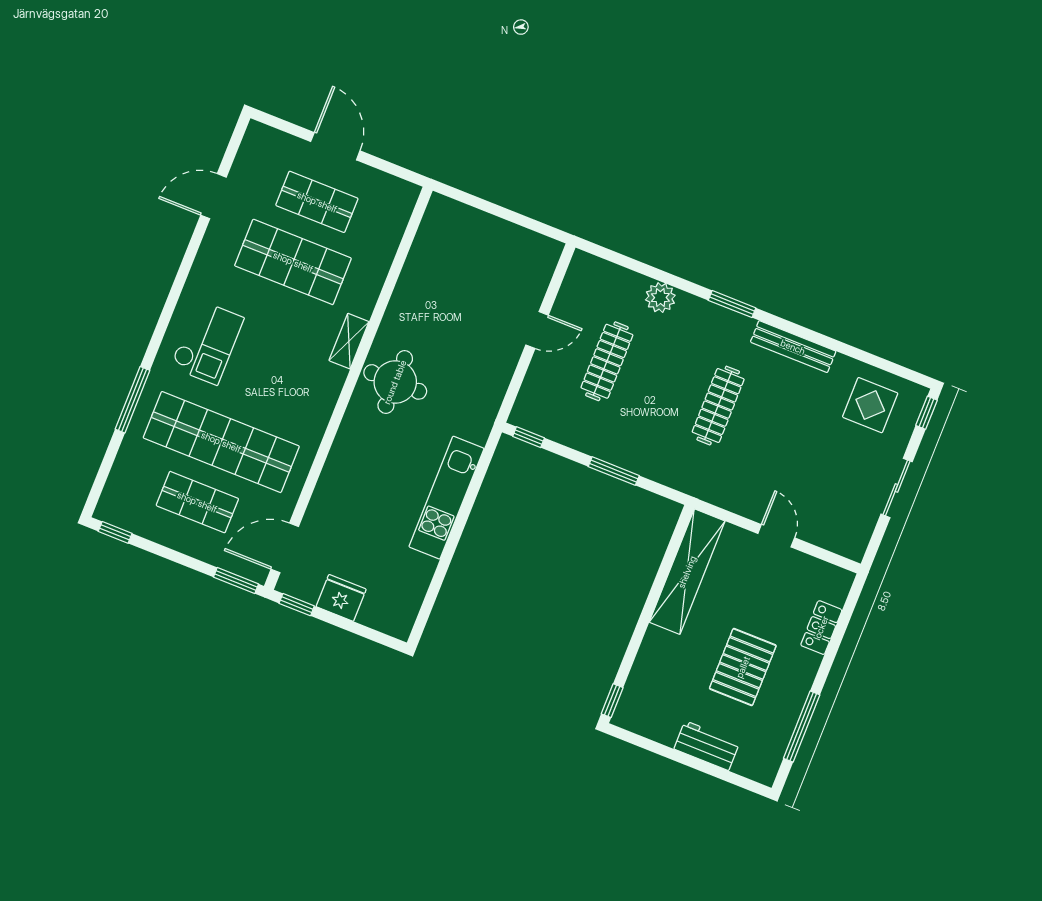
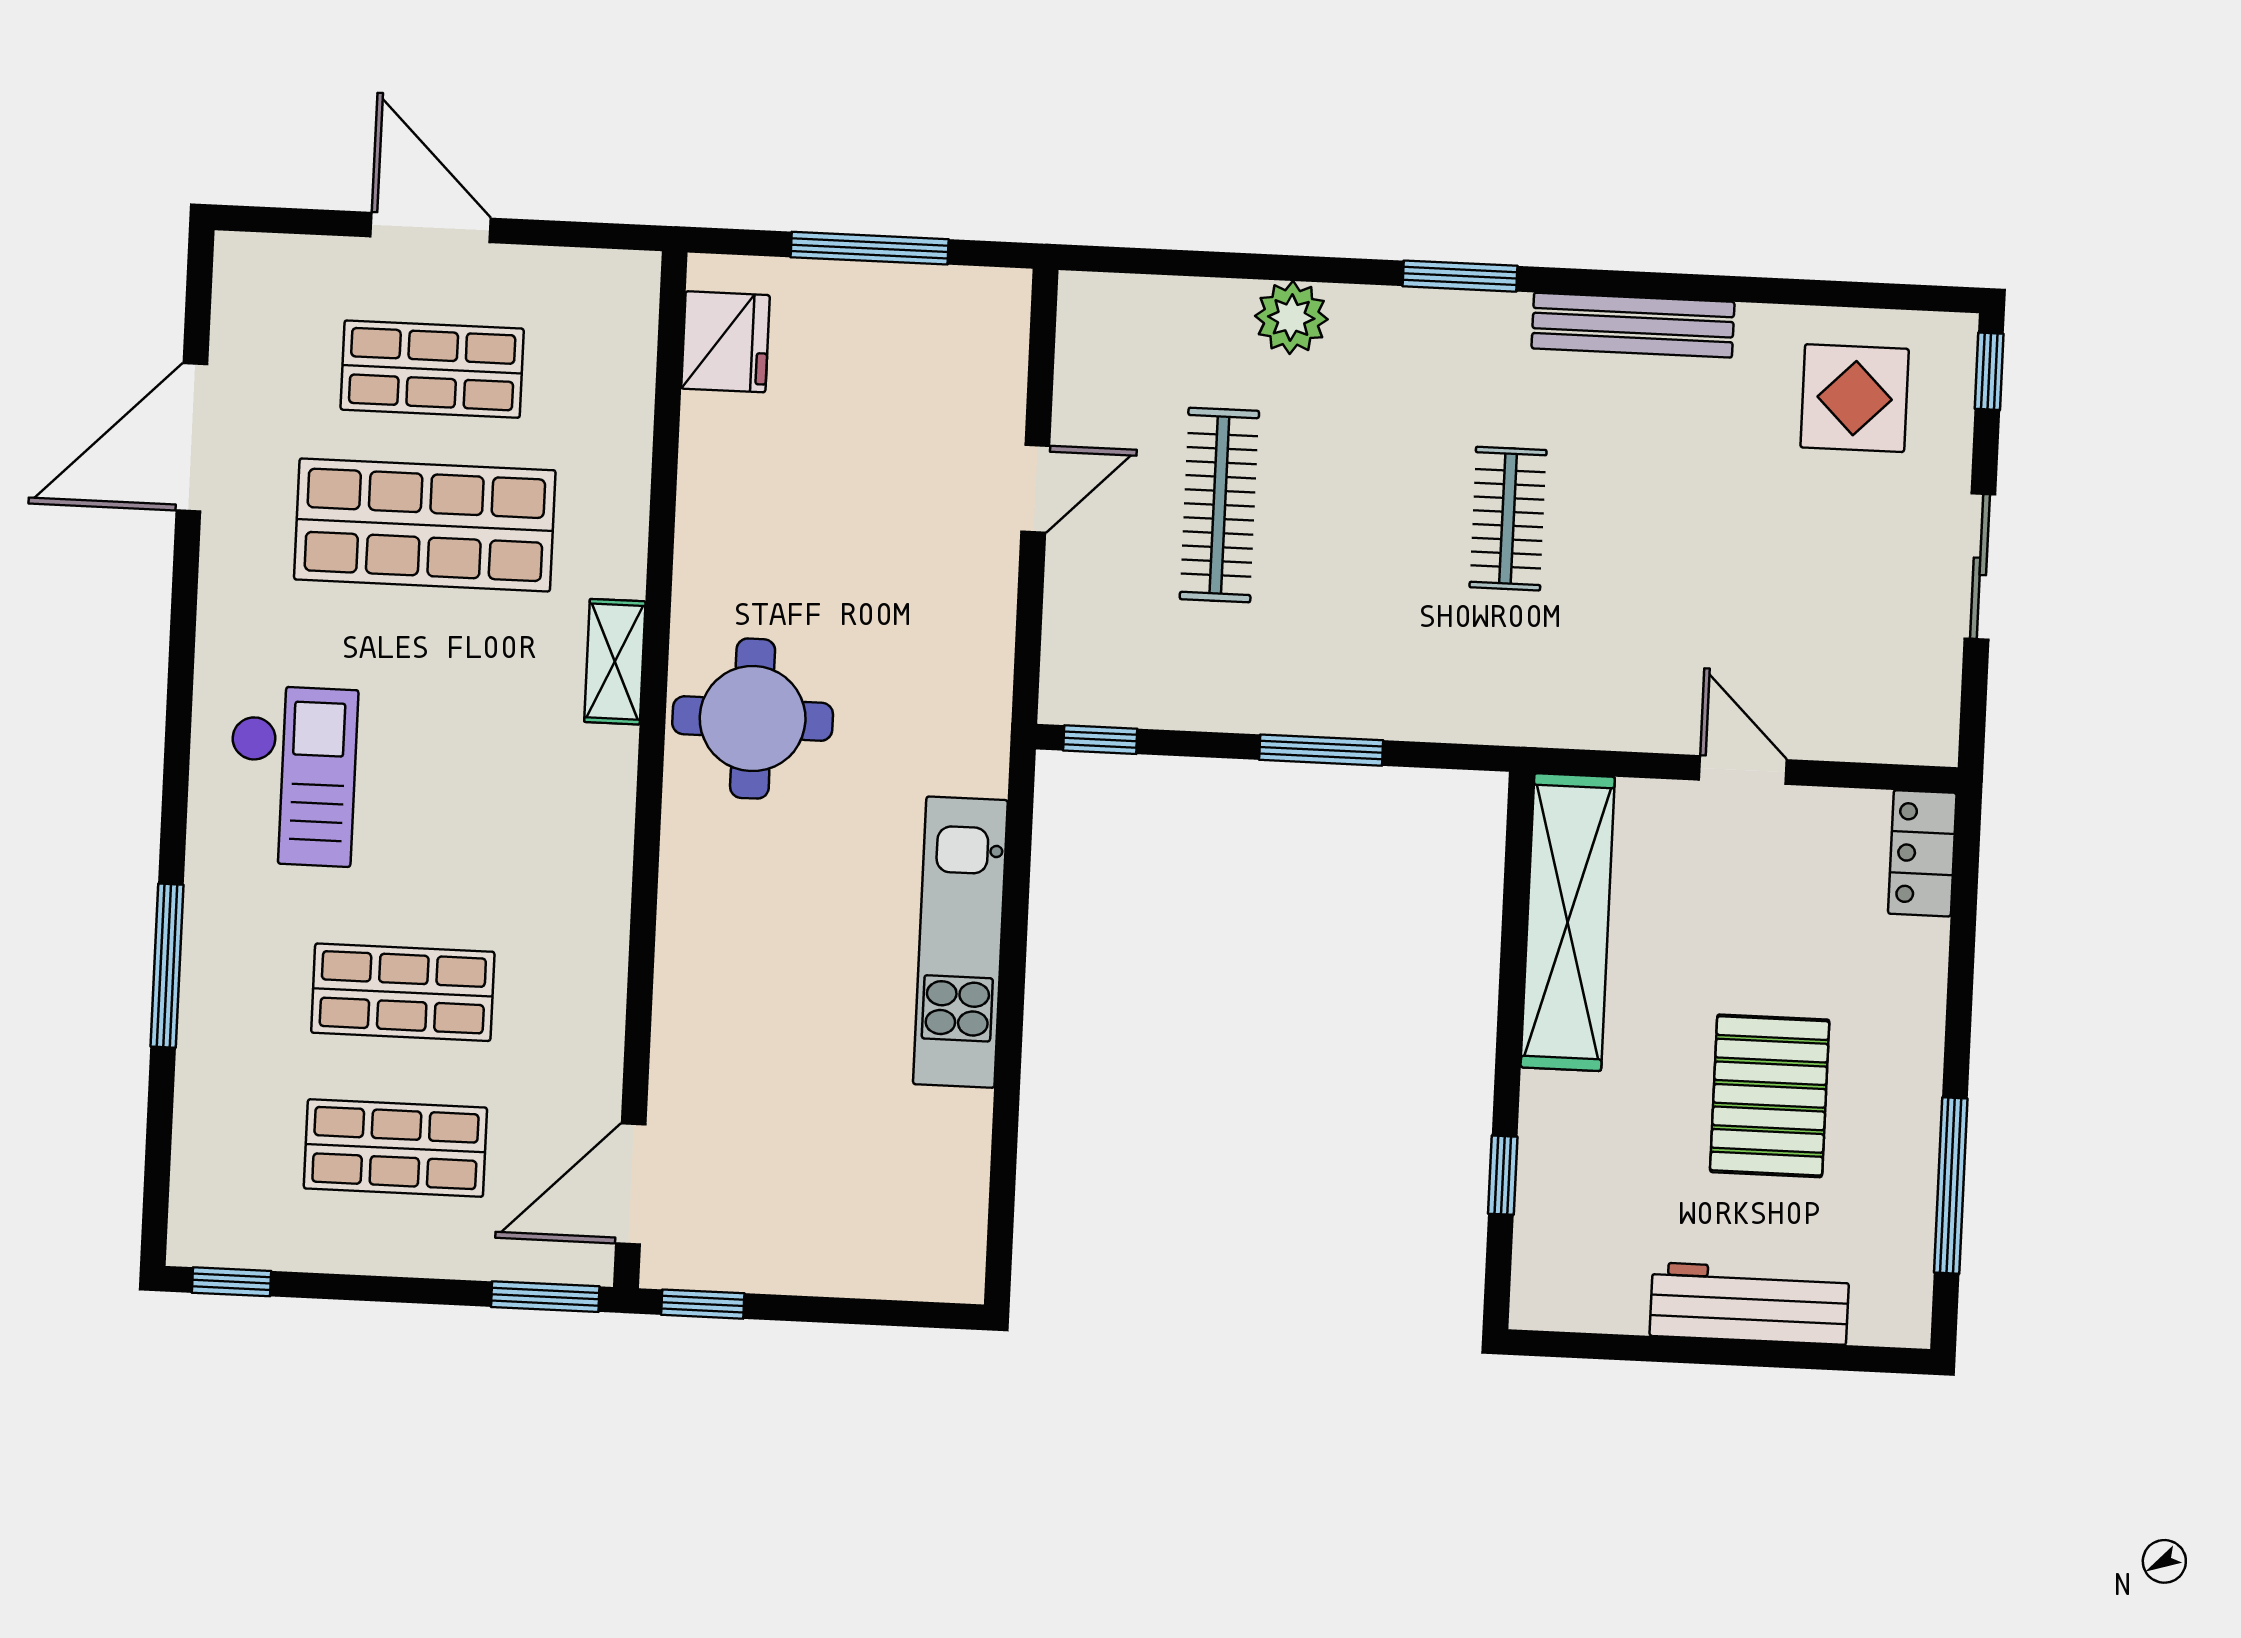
door: (213, 196) -> (192, 437), width x1.36
window: (505, 214) -> (870, 248), added
clothes rail: (718, 406) -> (1508, 519), width x0.73
shop shelf: (221, 442) -> (403, 992), width x0.50, depth x0.74
fridge: (341, 598) -> (725, 342), moved, turned 90
locker: (821, 628) -> (1922, 853), moved
window: (612, 701) -> (1503, 1175), moved
workbench: (707, 746) -> (1749, 1304), width x1.38

